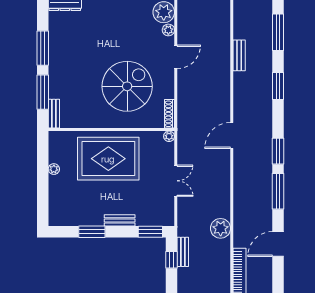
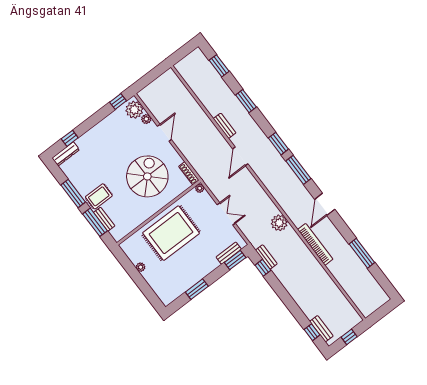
window: (278, 32) -> (219, 66), width x0.69
bench: (239, 55) -> (225, 126), moved
rug: (66, 70) -> (99, 196), added
bench: (54, 114) -> (104, 219), moved
bench: (120, 220) -> (229, 253), moved

